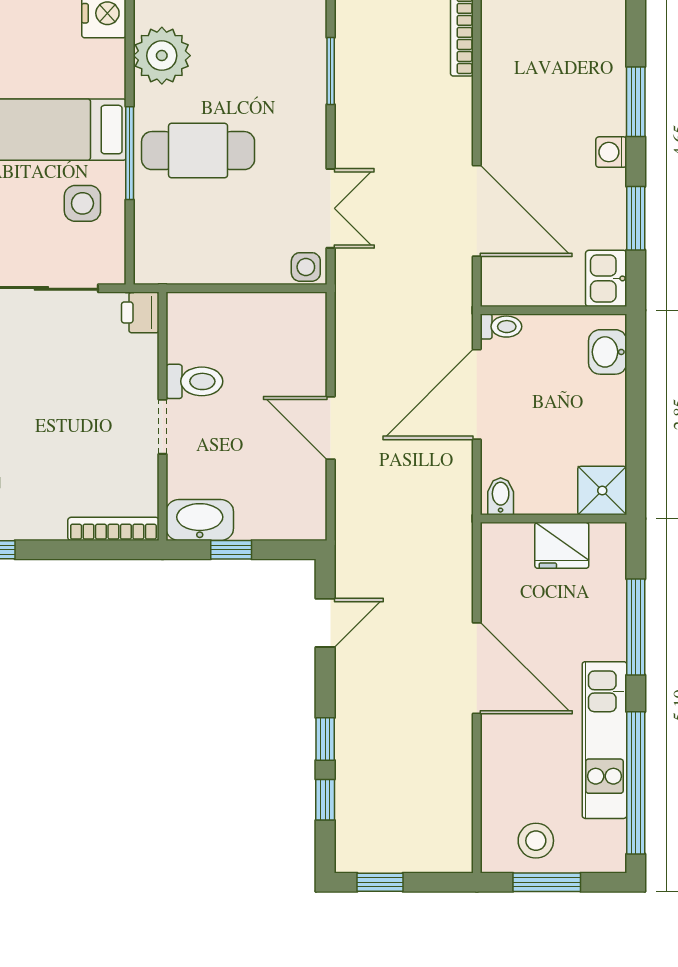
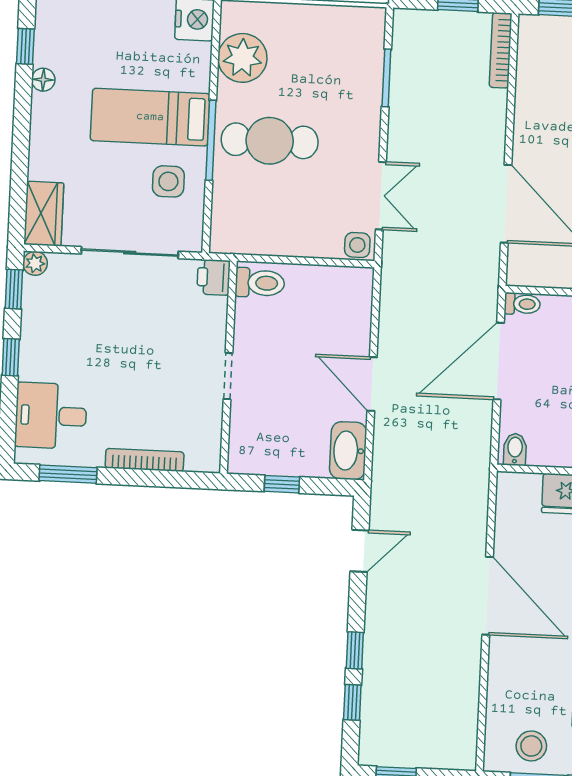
toilet: (194, 381) -> (260, 283), moved
washbasin: (200, 520) -> (348, 451), moved, turned -90
bookcase: (113, 529) -> (145, 460), moved

